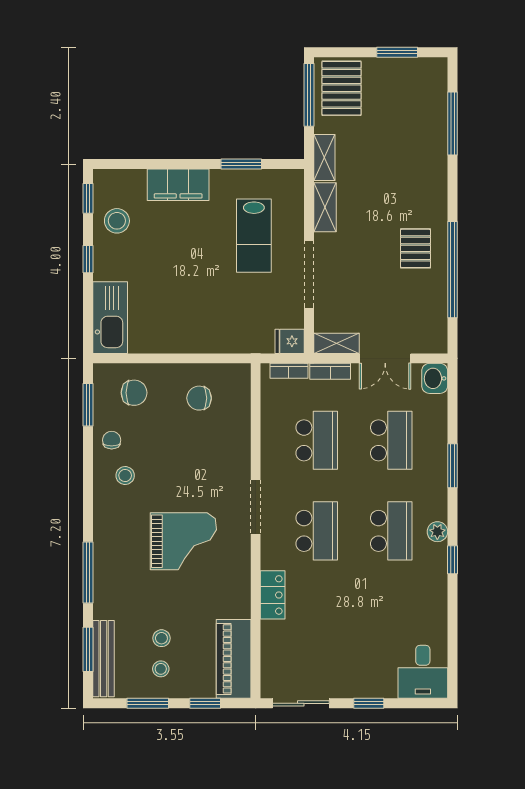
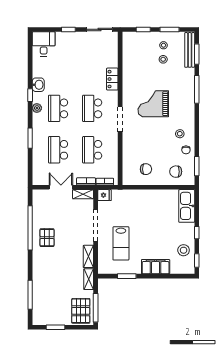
lab bench: (254, 236) -> (121, 243), turned 180
washbasin: (435, 378) -> (38, 85), moved
piano: (234, 659) -> (130, 50), removed

